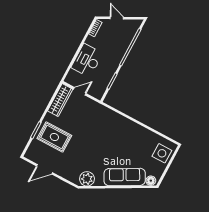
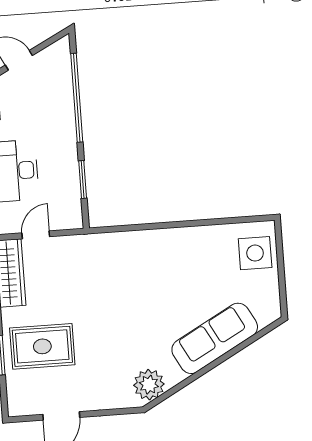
floor lamp: (151, 181) -> (266, 315), removed

